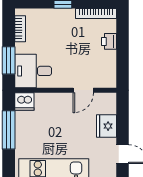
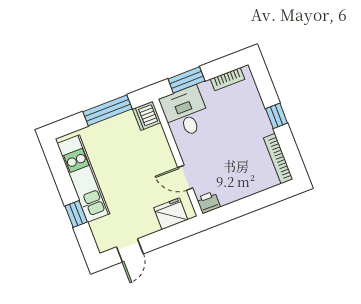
printer: (109, 41) -> (208, 202), moved
fridge: (106, 126) -> (171, 214), moved

